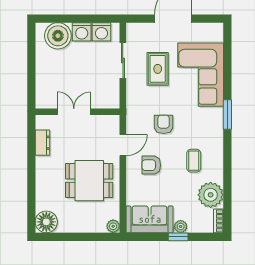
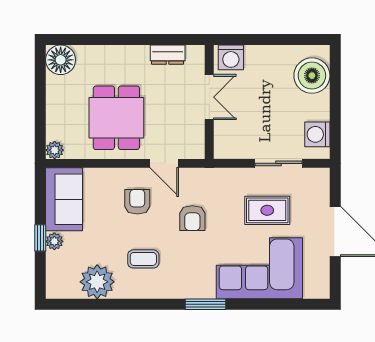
washing machine: (82, 32) -> (231, 57), moved, turned -90
armchair: (164, 124) -> (192, 218), turned 90
bookcase: (218, 221) -> (62, 292), removed

